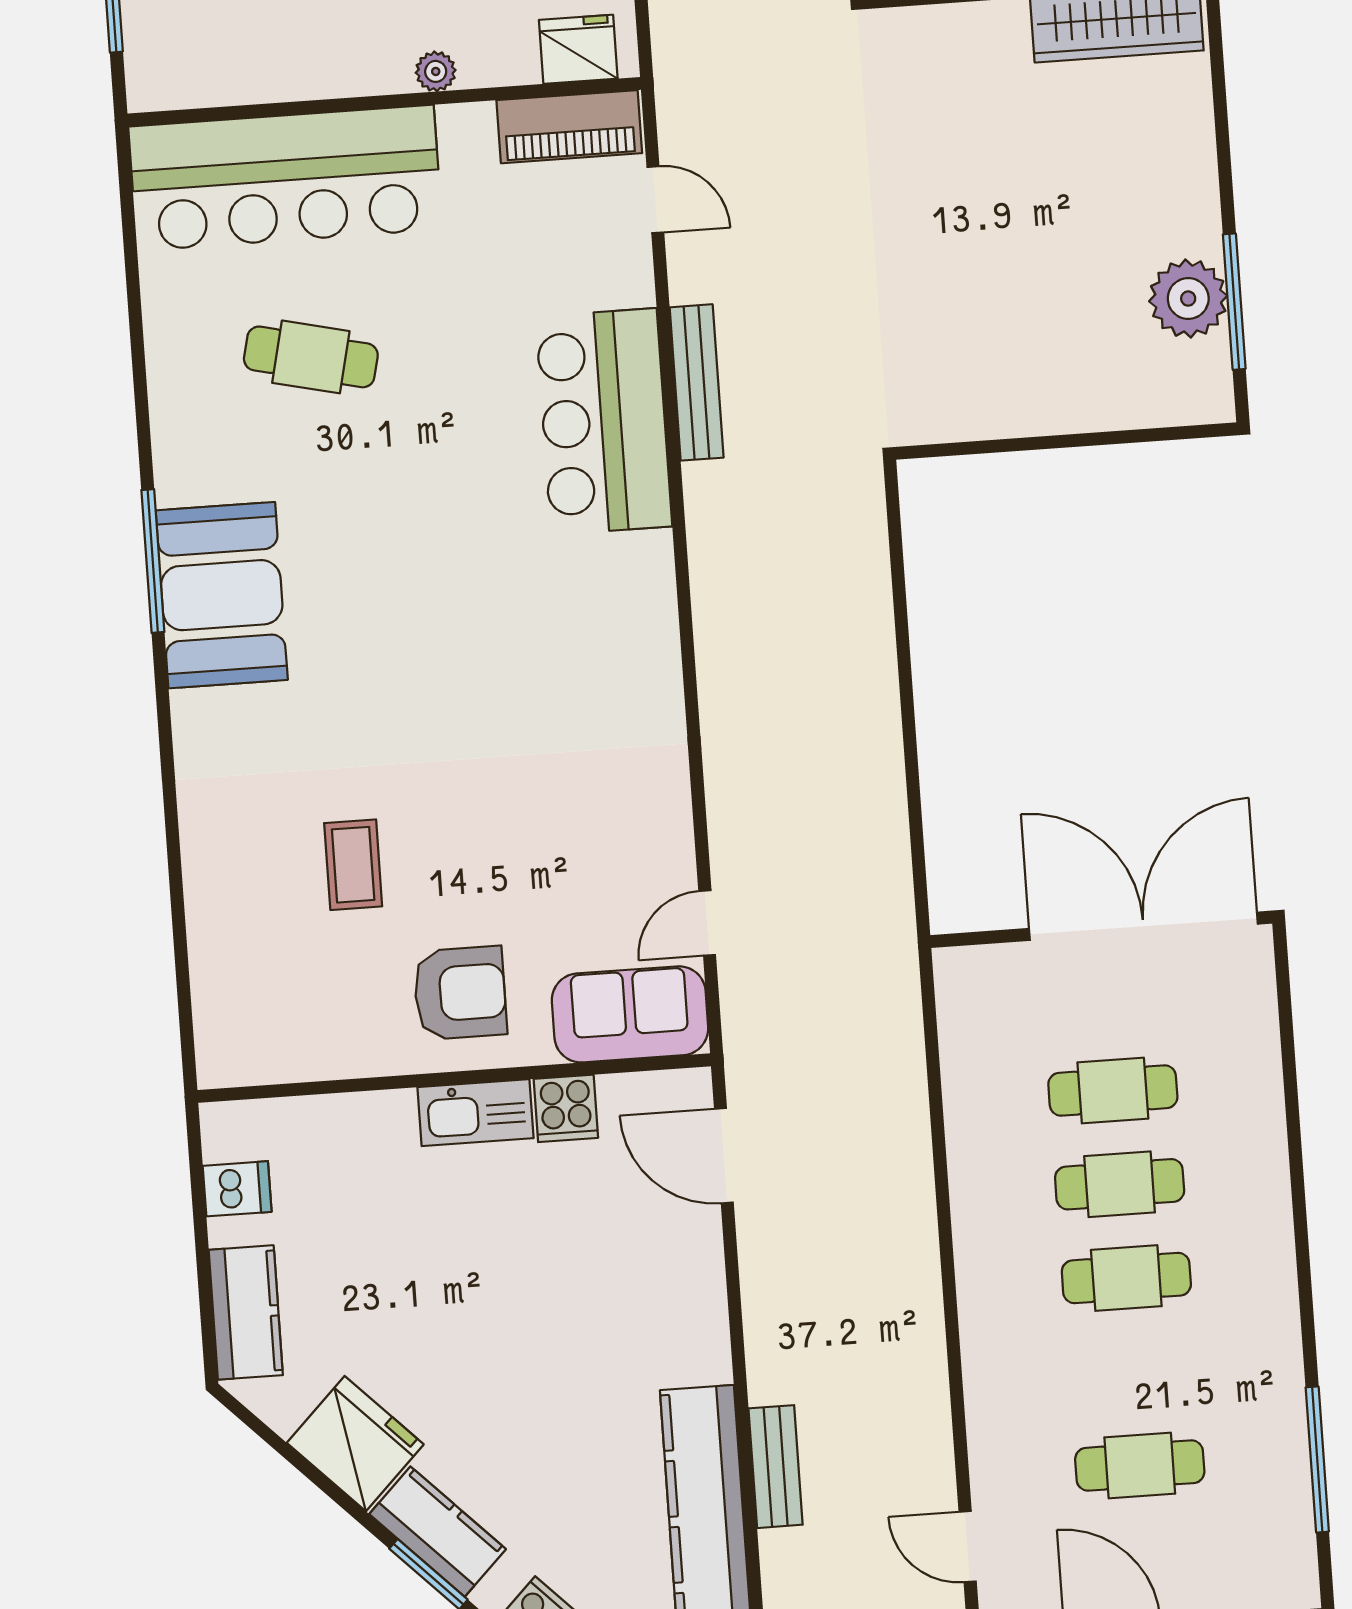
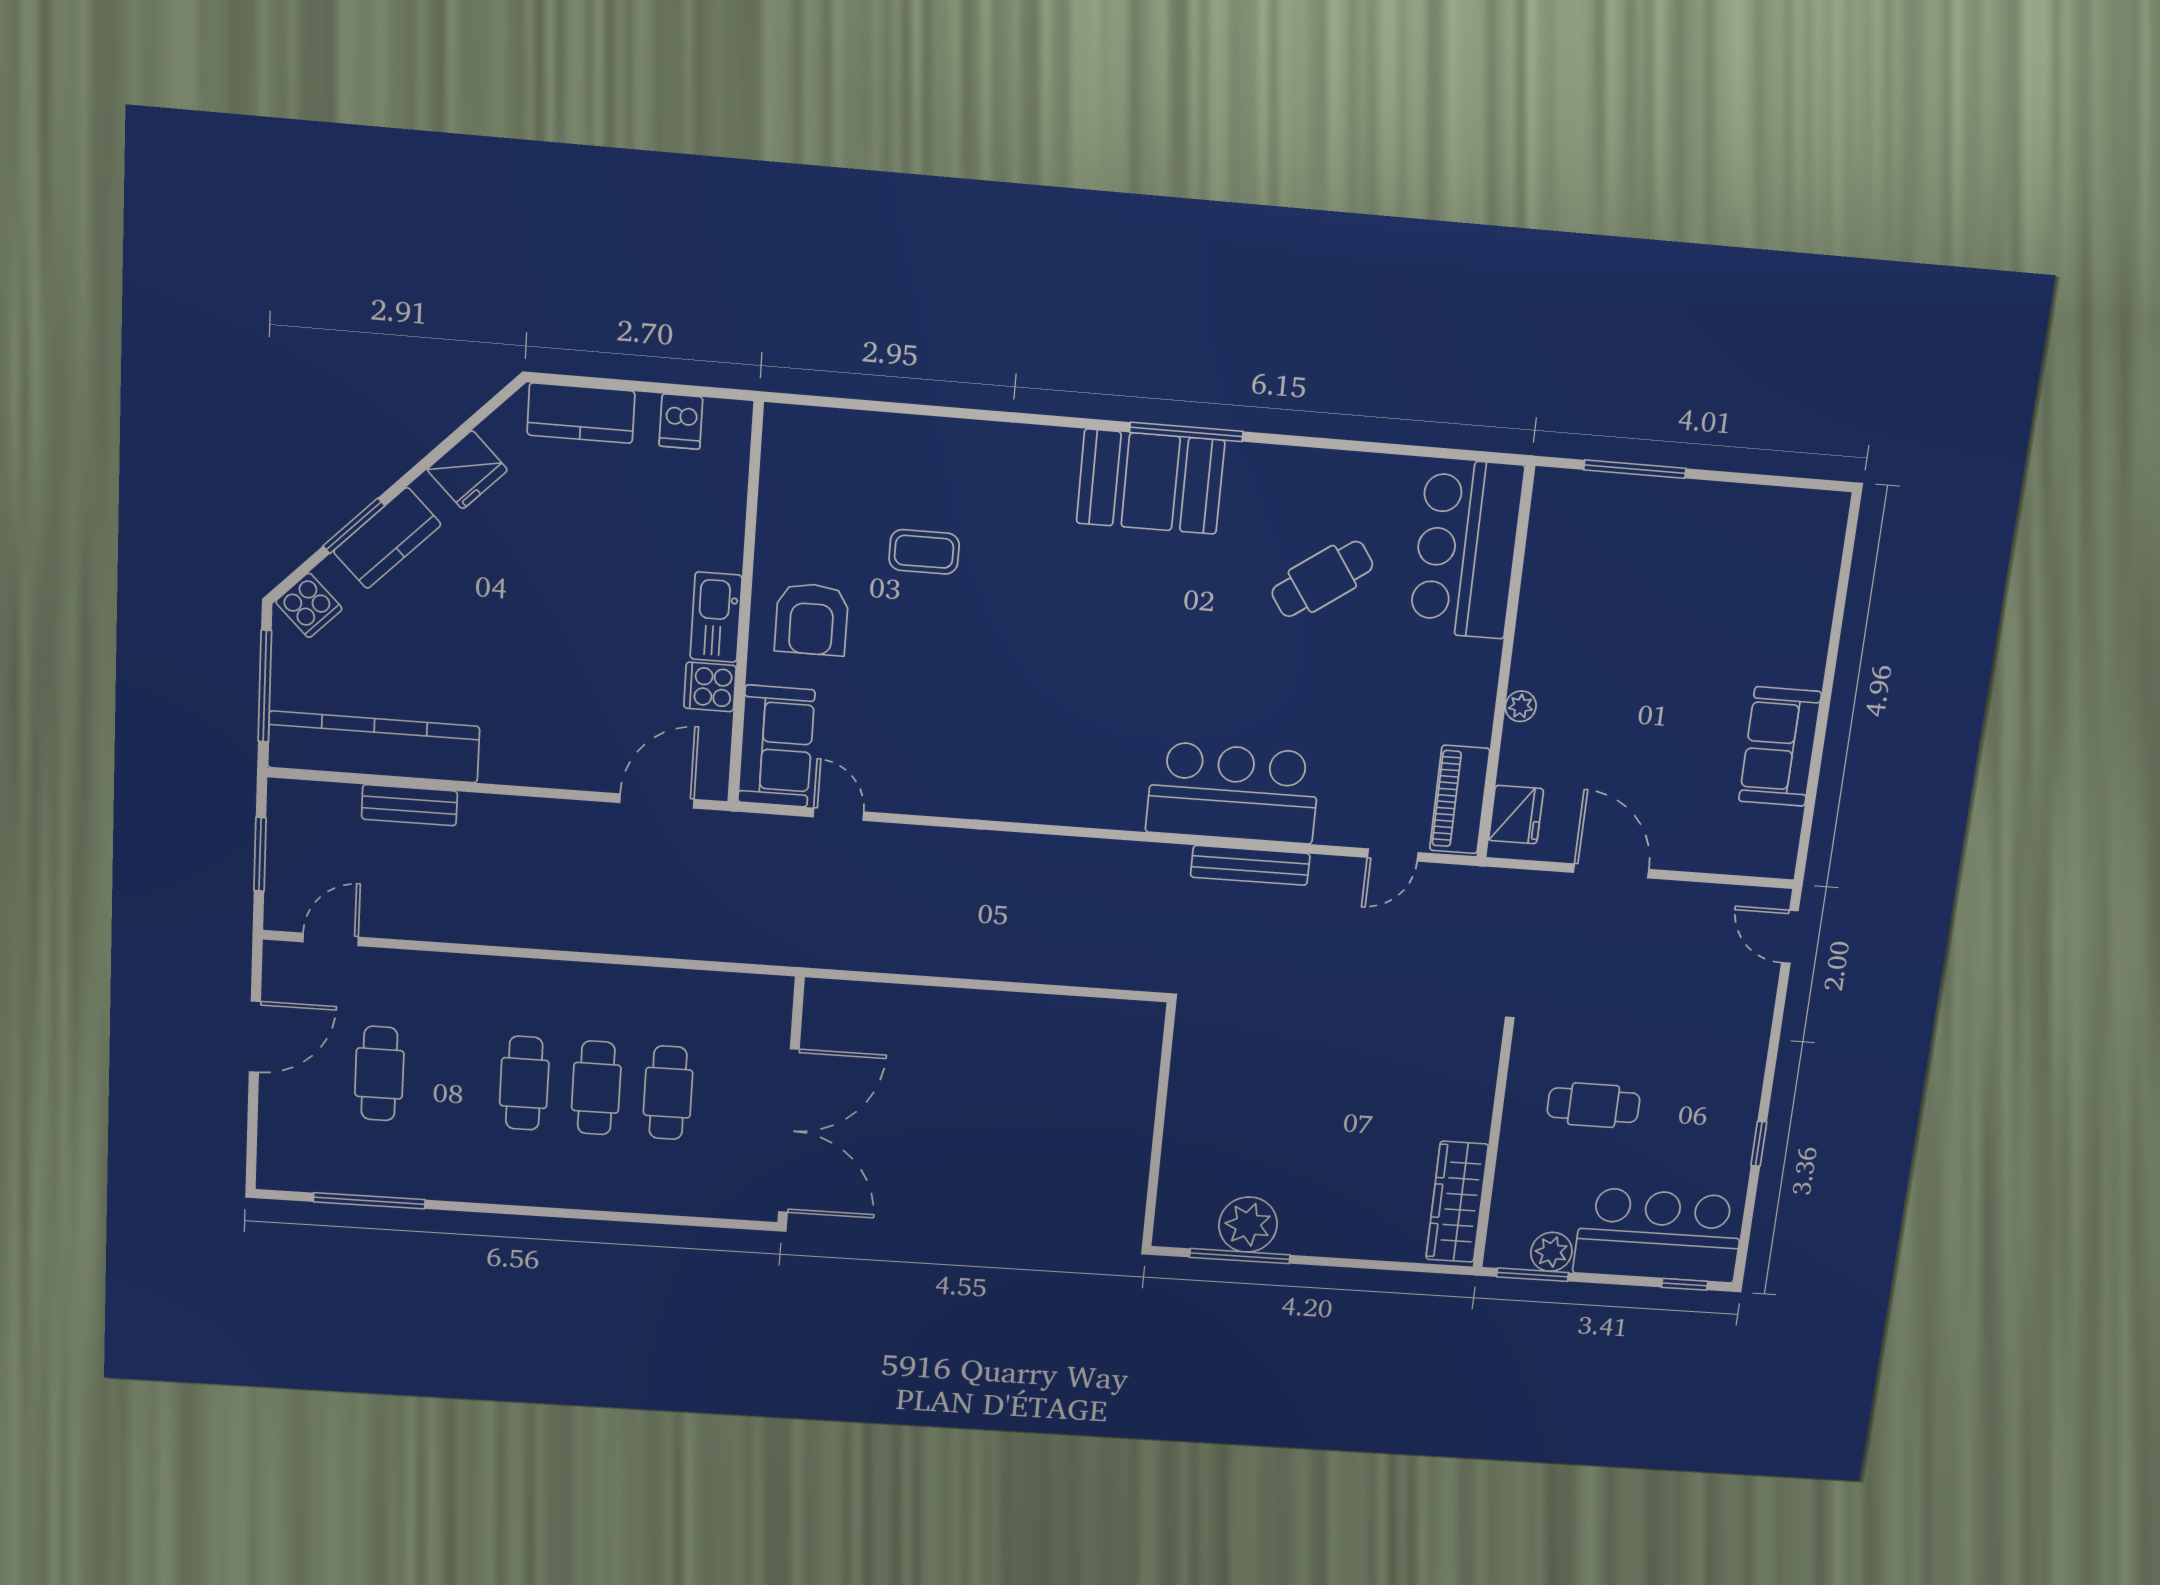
bar counter: (285, 178) -> (1466, 549), width x0.73
cafe table: (311, 357) -> (1322, 579), turned 42
fridge: (355, 1444) -> (467, 470), width x0.73, depth x0.75

